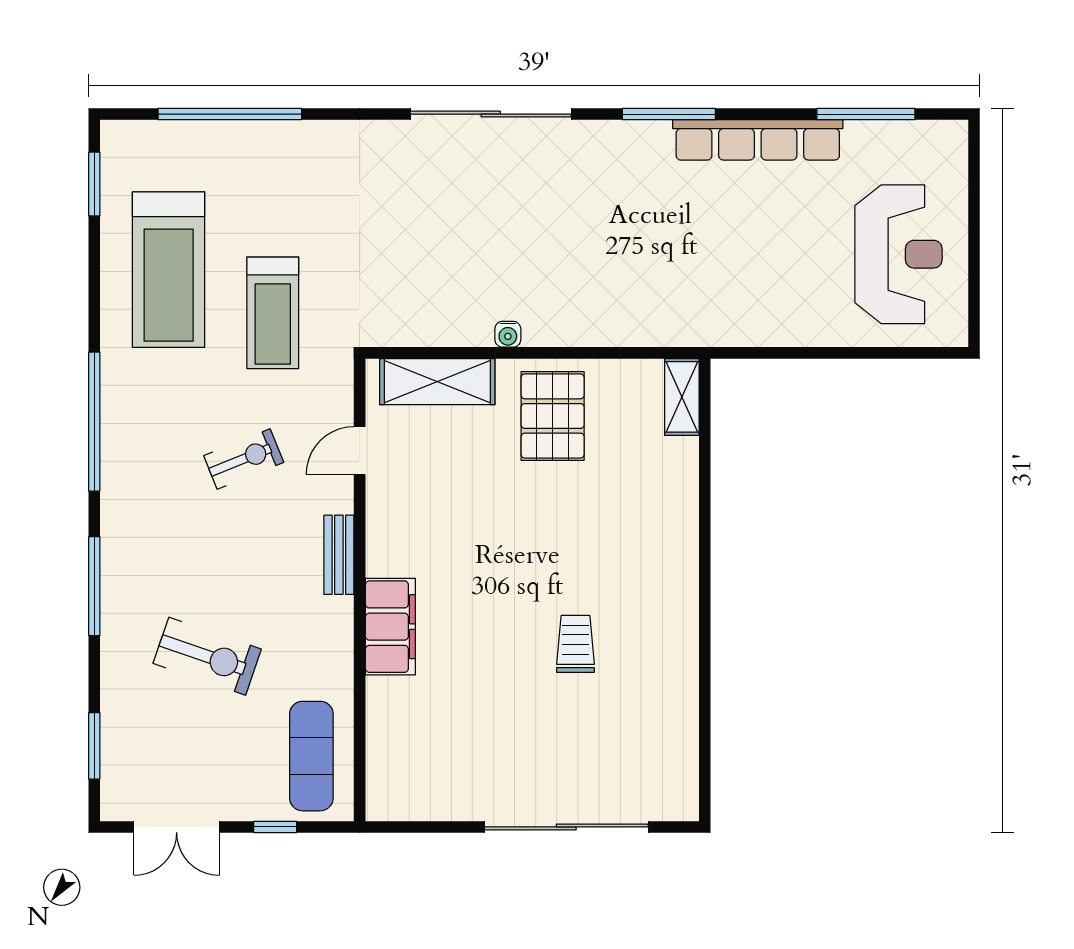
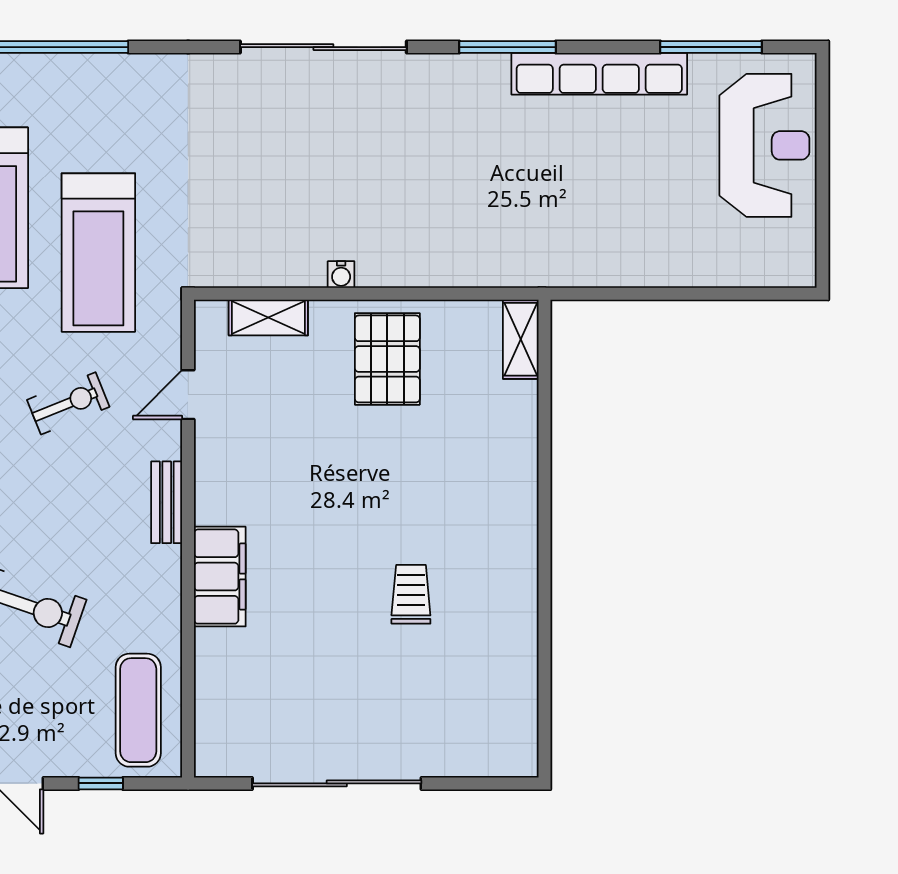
reception desk: (898, 254) -> (764, 145), moved
treadmill: (273, 313) -> (98, 253), width x1.37, depth x1.38
shelving: (437, 382) -> (268, 318), width x0.67, depth x0.75
sliding door: (566, 827) -> (337, 783), moved

